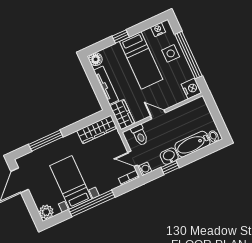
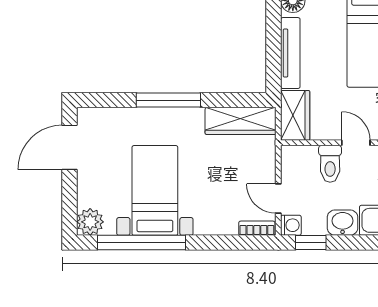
toilet: (140, 135) -> (330, 164), moved
window: (46, 141) -> (168, 100), moved
window: (170, 168) -> (311, 243), moved
window: (92, 203) -> (142, 243), moved

